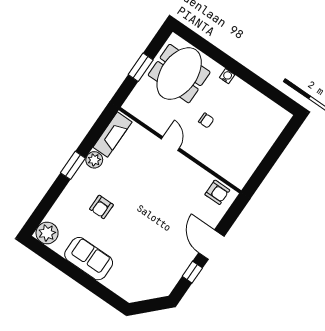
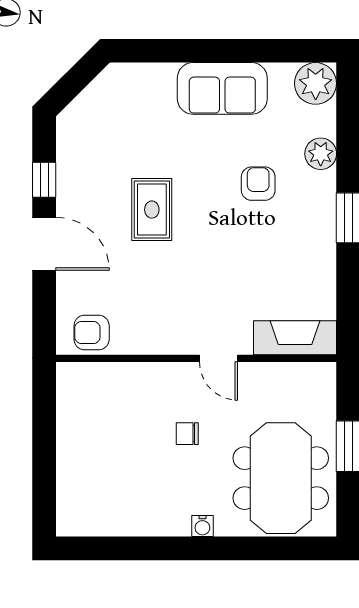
fireplace: (112, 135) -> (295, 338), moved, turned 90
plant: (94, 160) -> (321, 154), moved
rug: (155, 227) -> (152, 210), added

